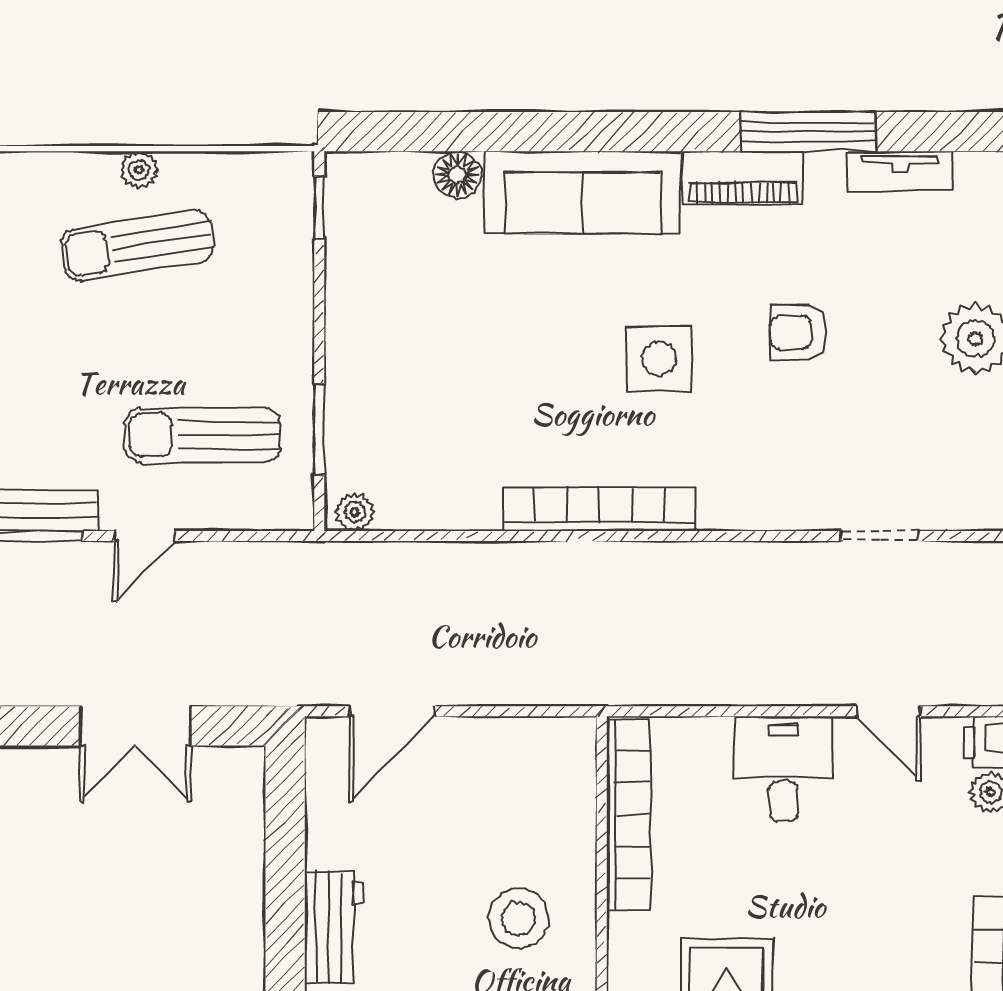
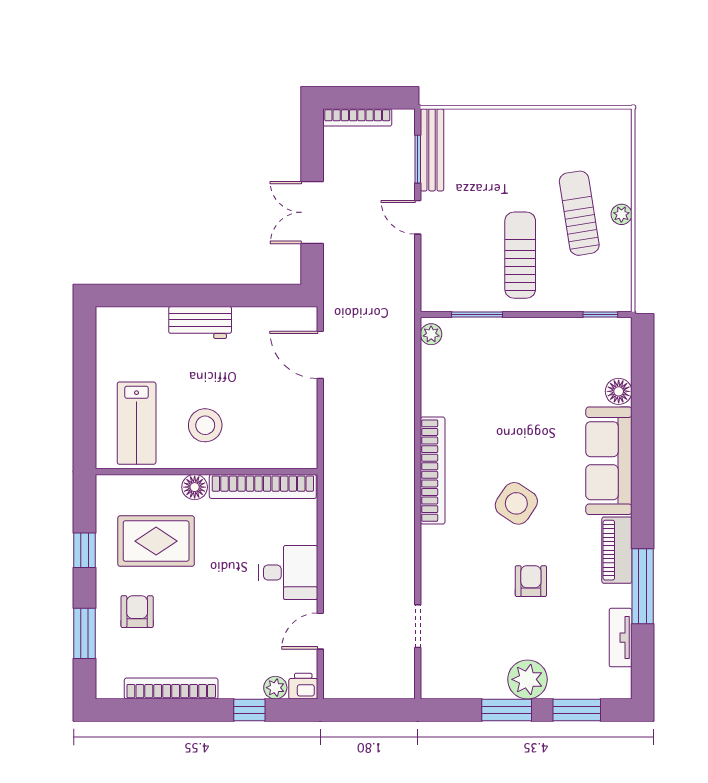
side table: (659, 359) -> (516, 503), turned 34
sun lounger: (203, 435) -> (520, 255), moved
floor lamp: (630, 937) -> (195, 487), added

